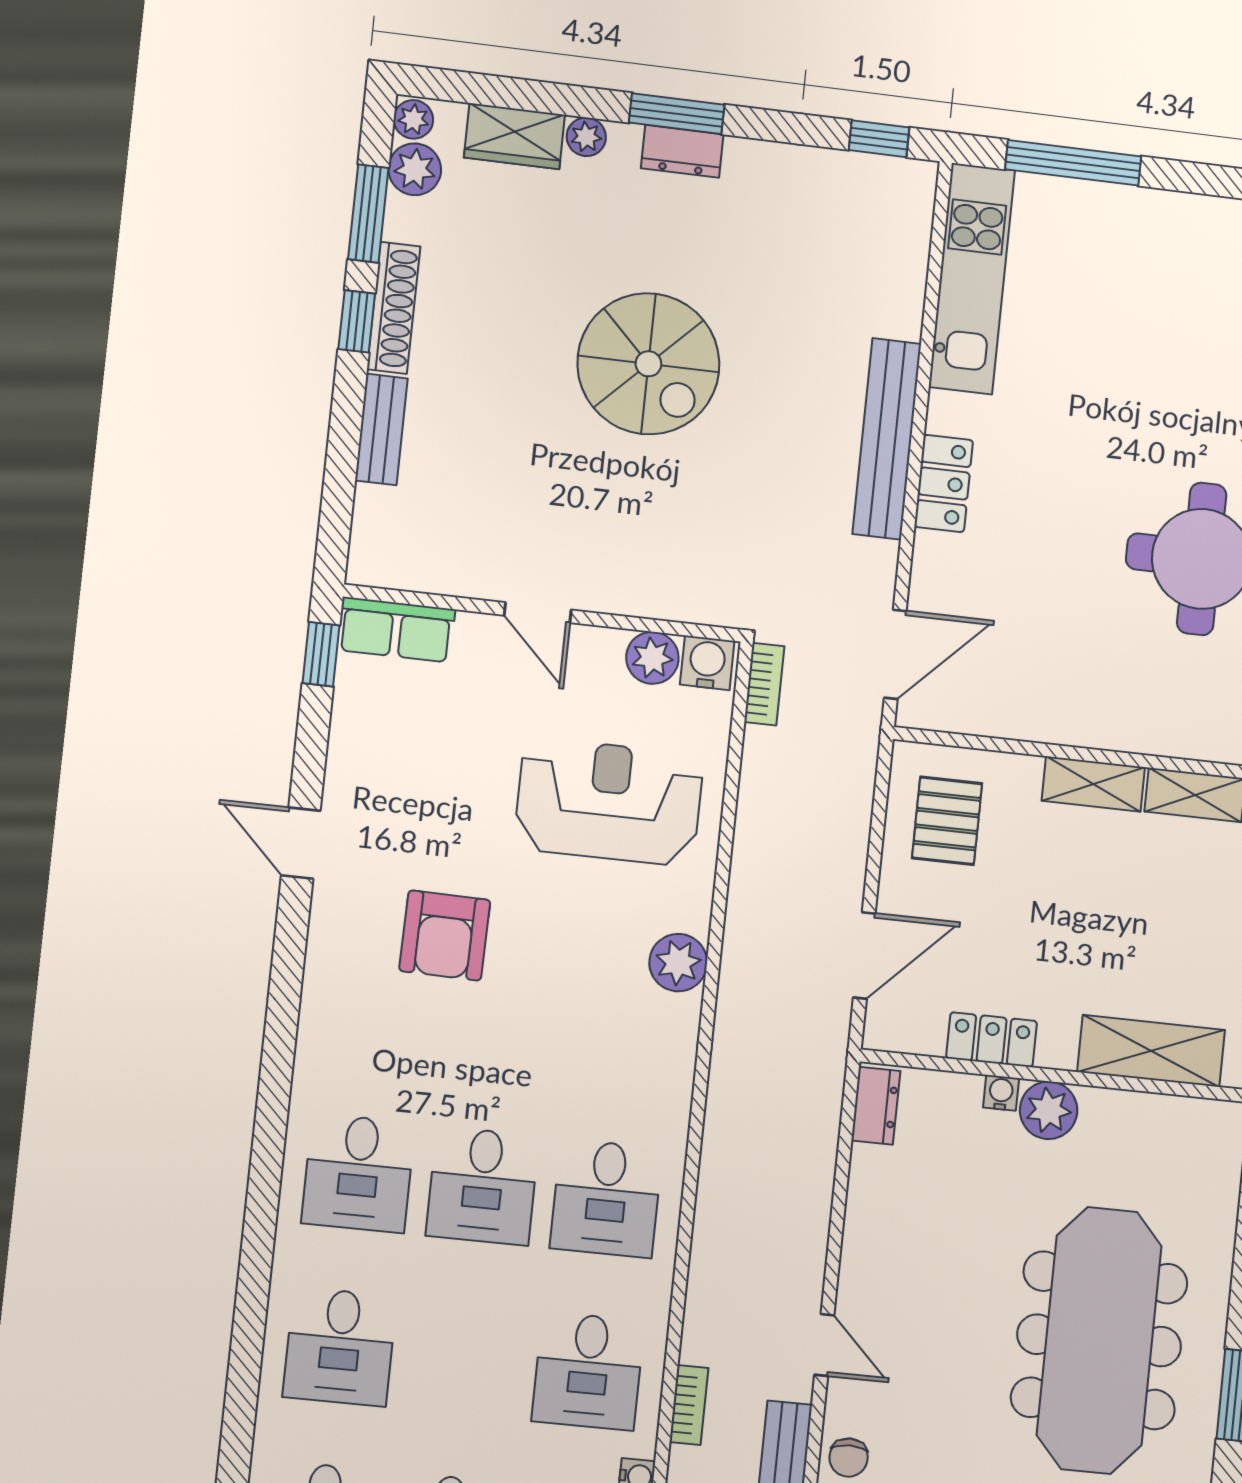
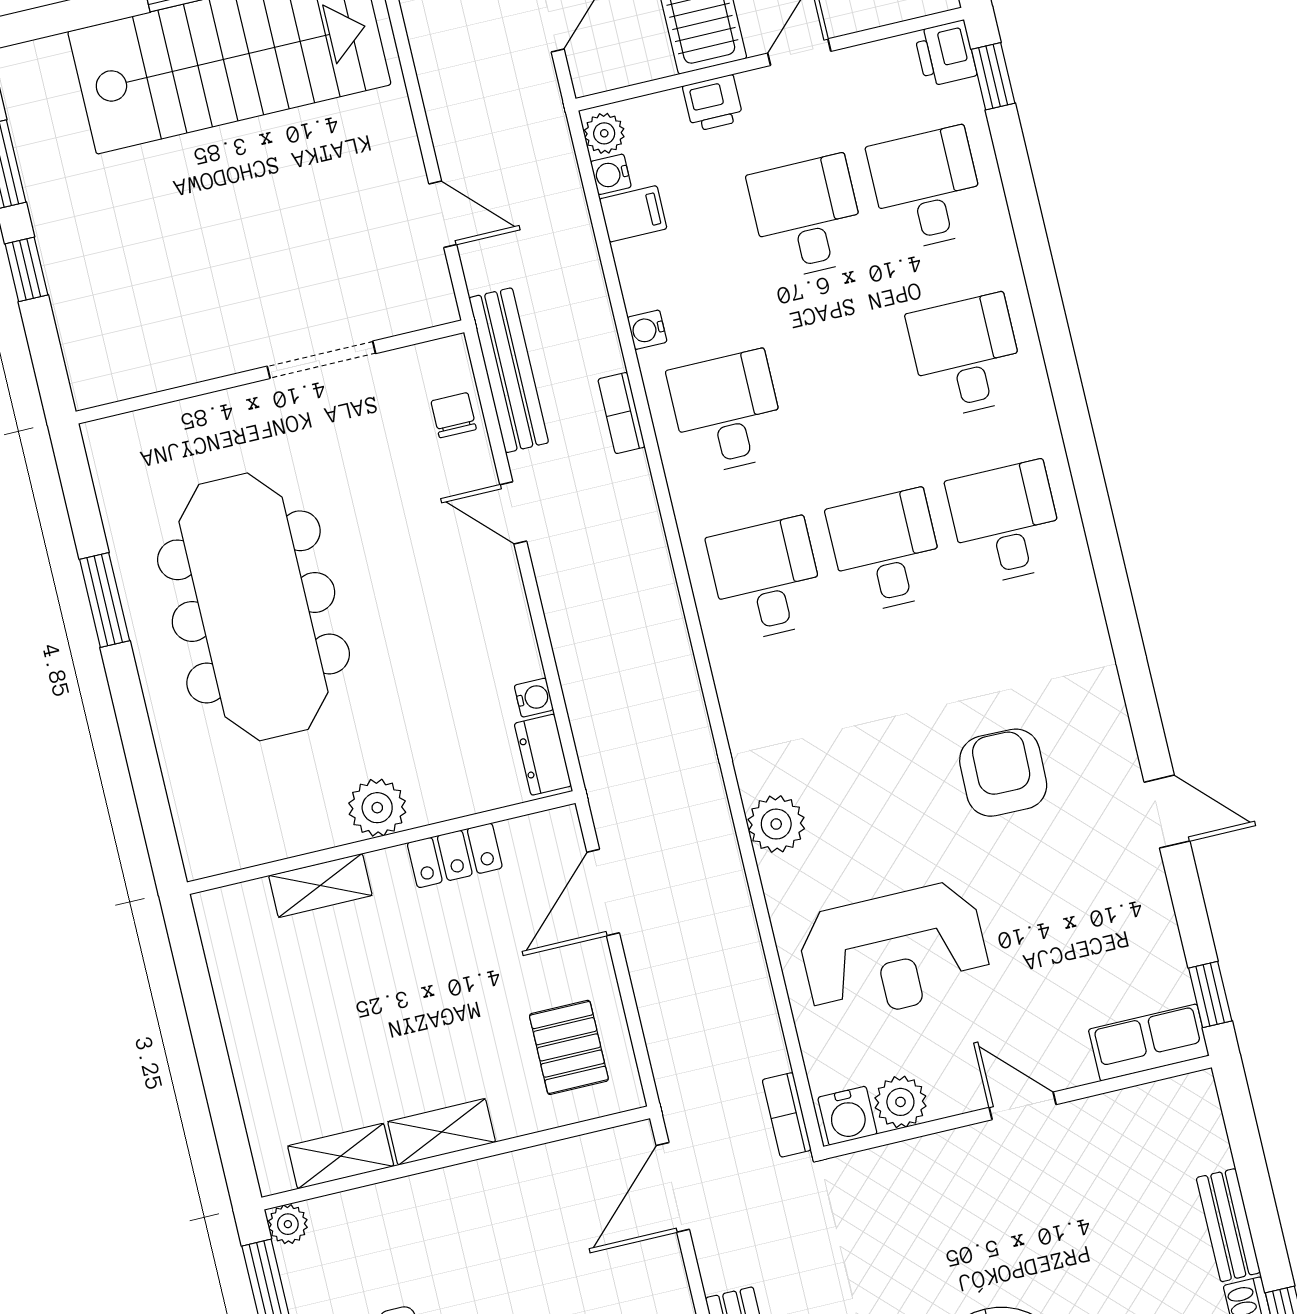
shelving: (1151, 1051) -> (320, 885), width x0.67, depth x0.75
water cooler: (1001, 1093) -> (534, 698), moved, turned -90

